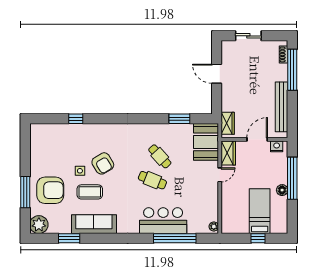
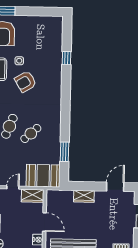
door: (217, 74) -> (115, 187), moved
wardrobe: (228, 123) -> (84, 196), moved
door: (220, 175) -> (13, 188), swing flipped

